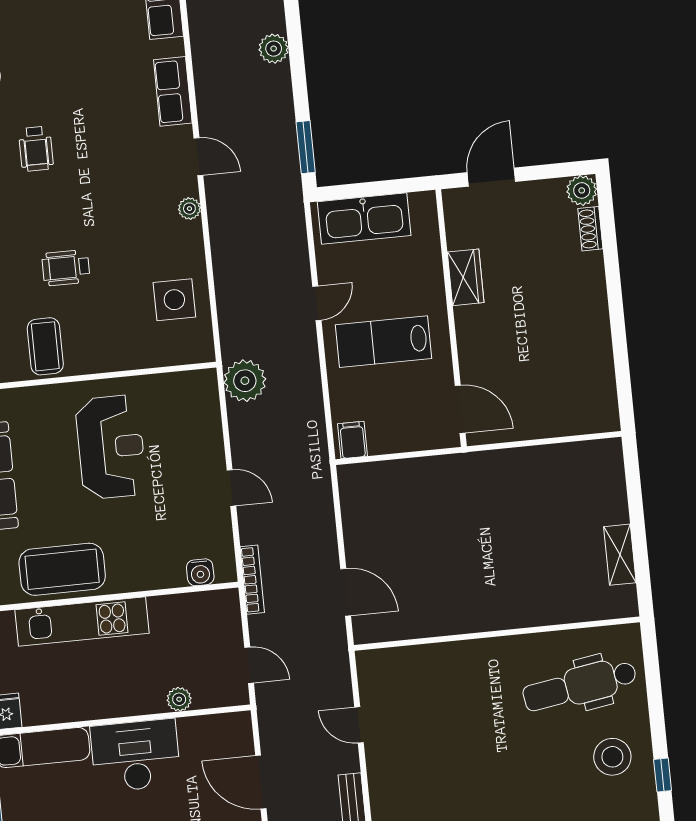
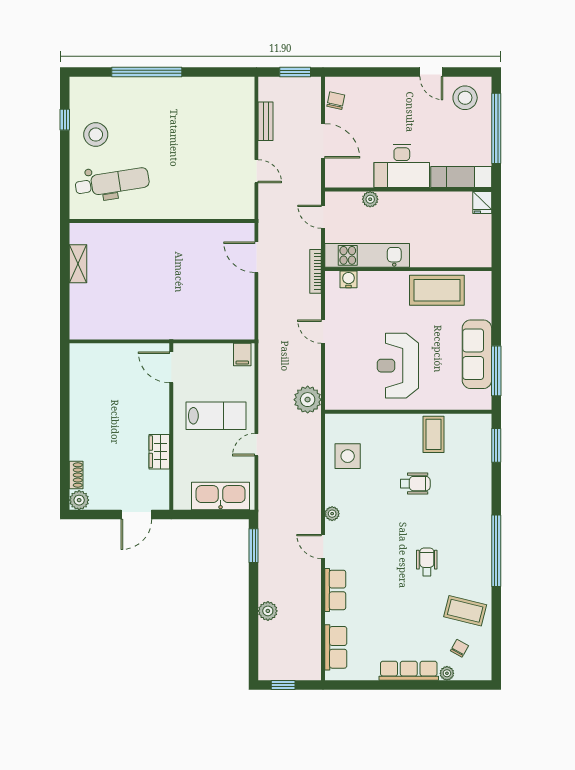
kitchen unit: (82, 622) -> (367, 255), moved

